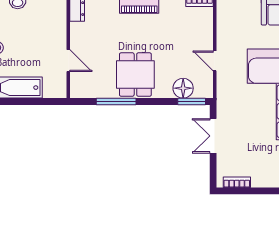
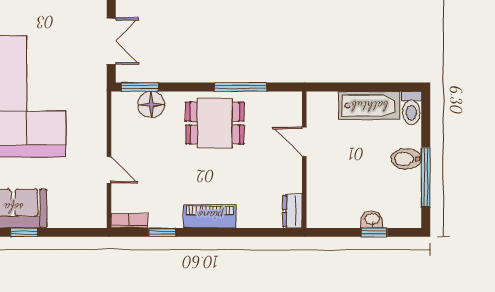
door: (215, 61) -> (109, 170), moved
dining table: (135, 75) -> (215, 123), turned 90

